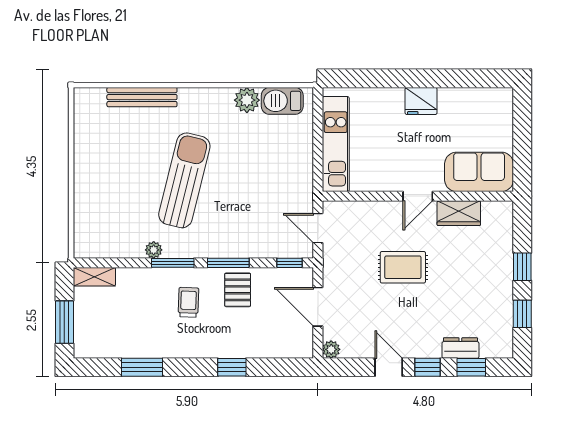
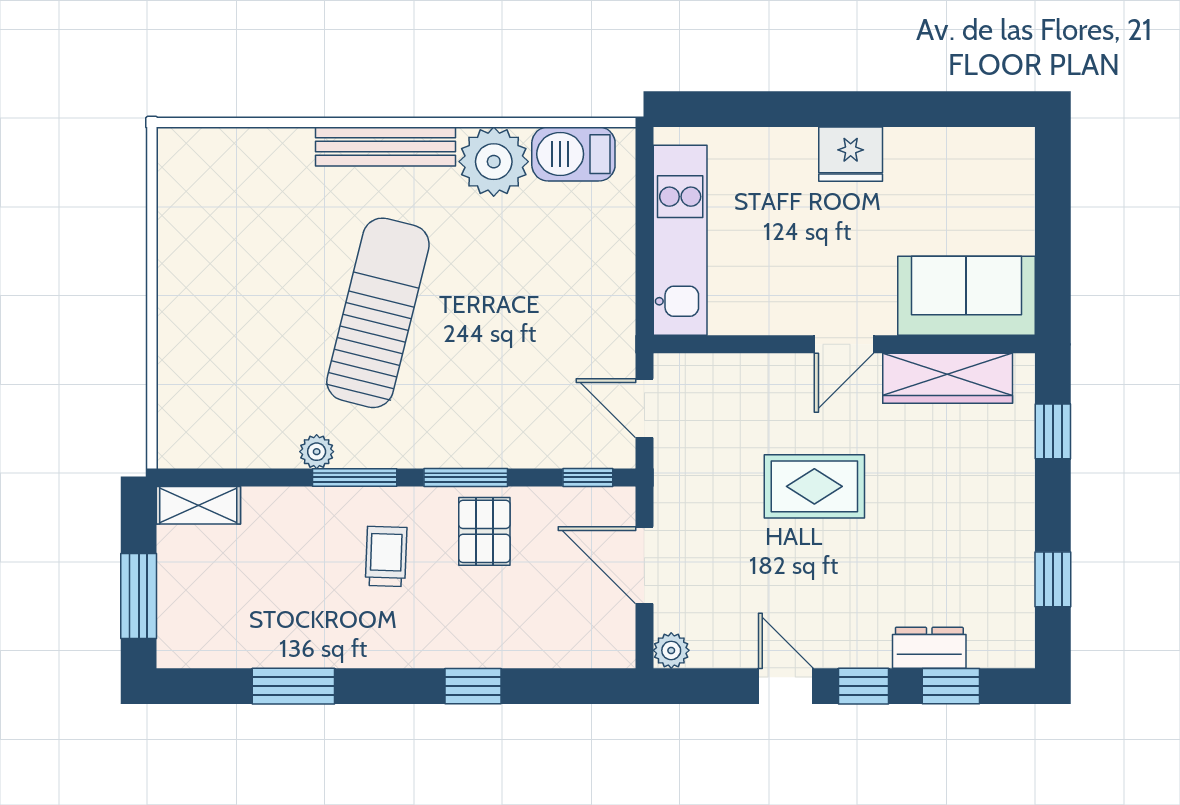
bench: (142, 97) -> (386, 146), moved
plant: (247, 100) -> (494, 162), width x1.36, depth x1.36
wardrobe: (459, 213) -> (948, 378), width x1.50
window: (522, 267) -> (1053, 431), moved

